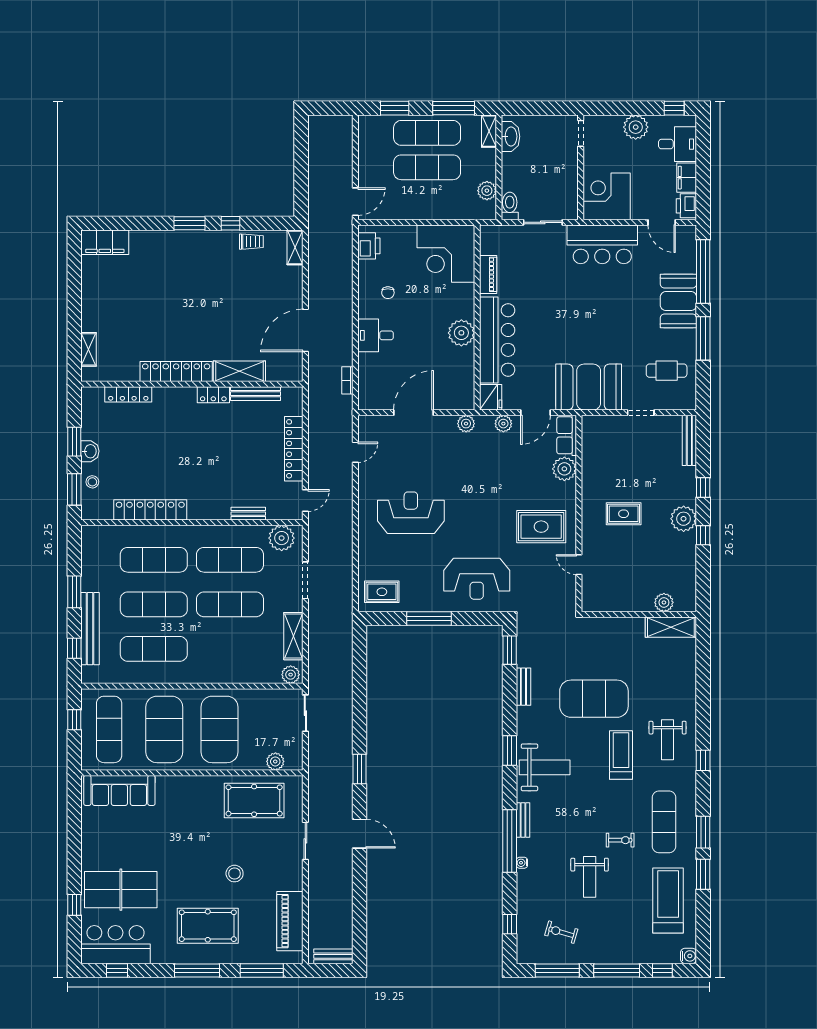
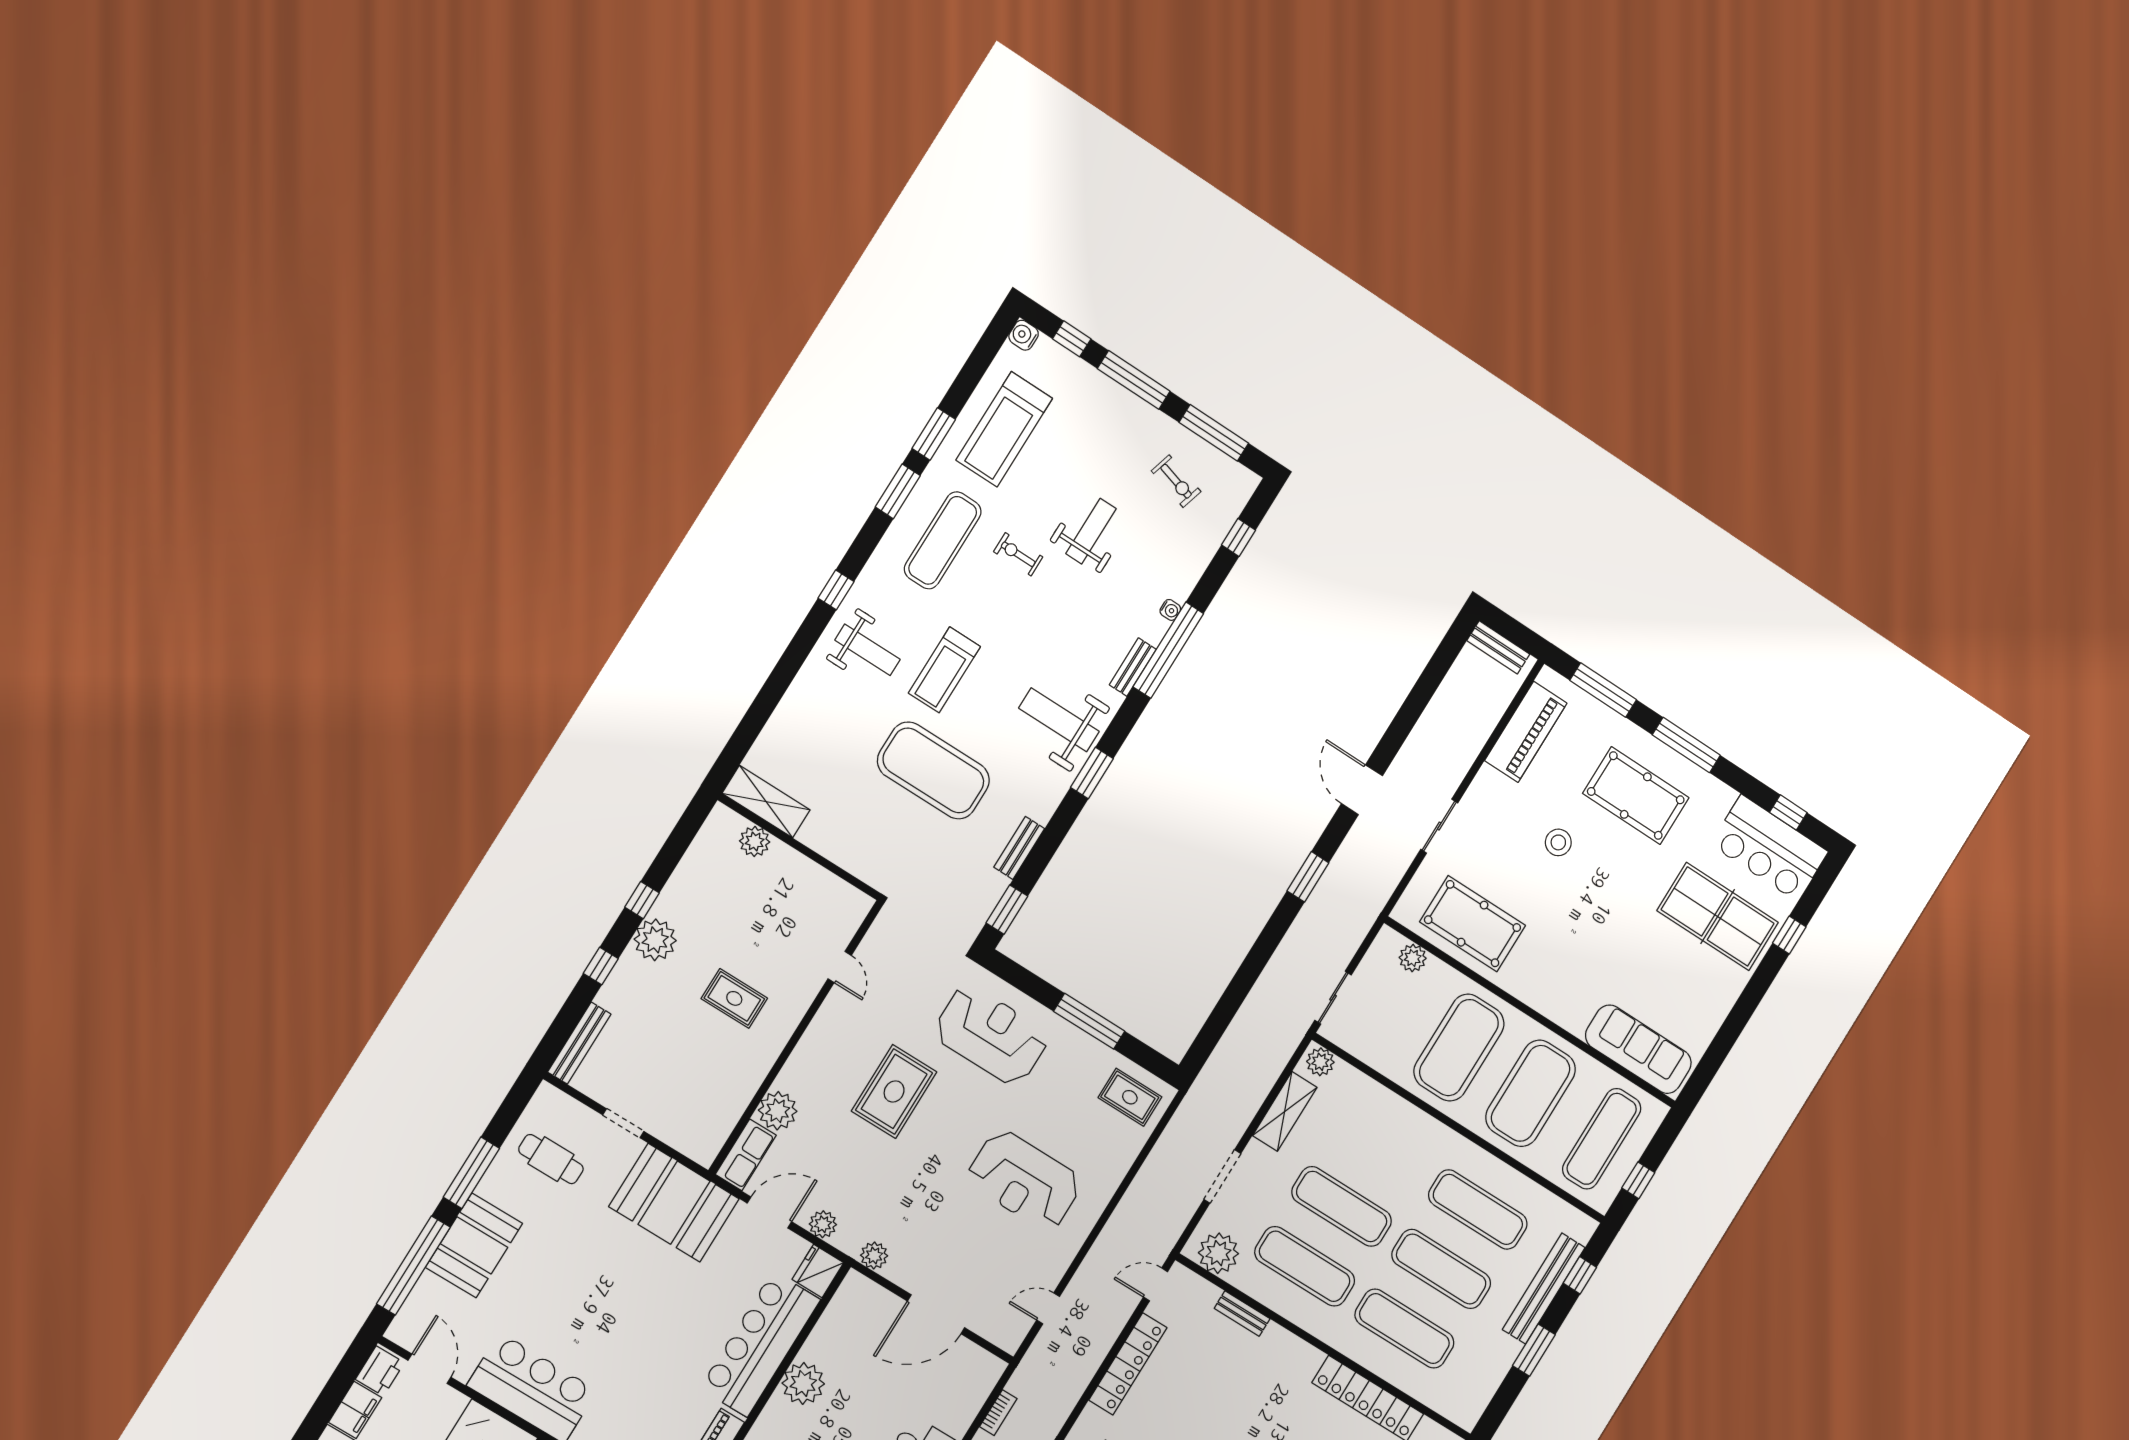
rug: (541, 527) -> (894, 1091), moved, turned 90
weight bench: (668, 740) -> (867, 650), turned 90

